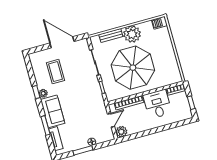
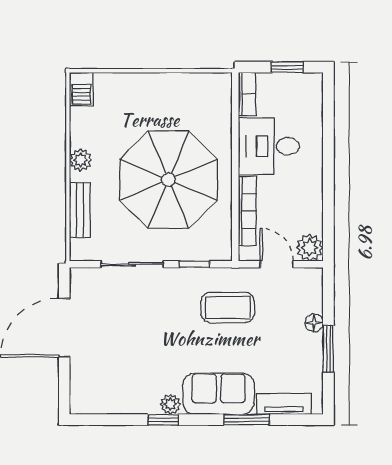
plant: (132, 34) -> (81, 160), width x0.53, depth x0.53
coffee table: (55, 72) -> (228, 307), moved

